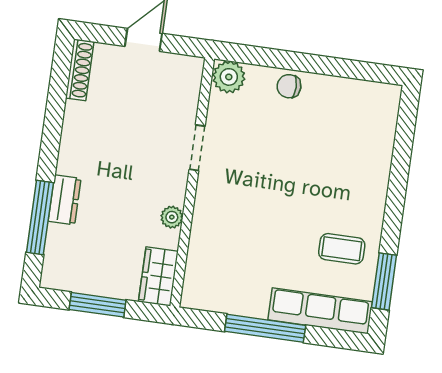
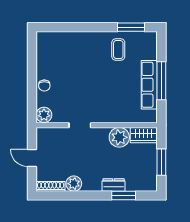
plant: (79, 119) -> (74, 184), added
window: (40, 217) -> (124, 195), width x0.69
plant: (172, 217) -> (119, 137), width x1.87, depth x1.87
row of seats: (320, 311) -> (149, 85), moved

